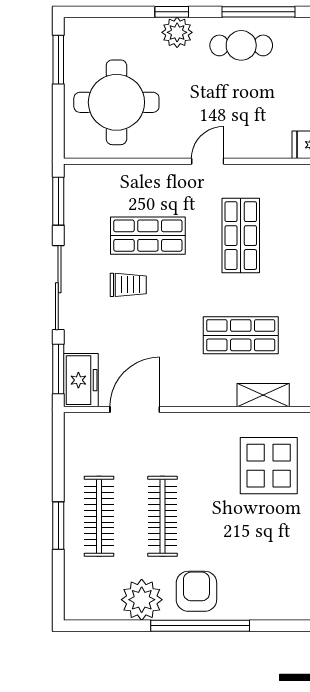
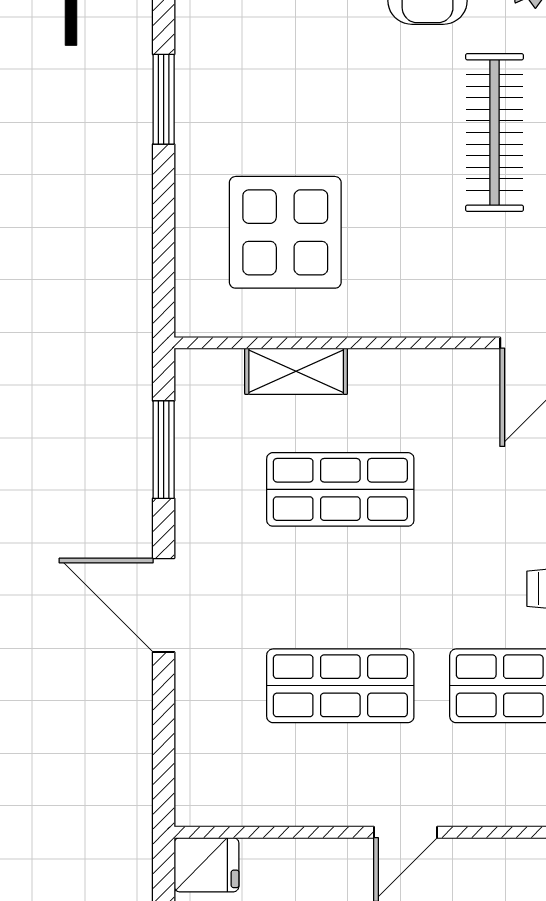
shop shelf: (241, 236) -> (340, 686), turned 90

